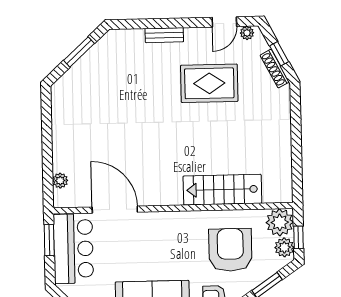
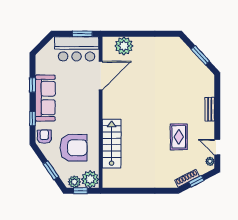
rug: (209, 83) -> (179, 137), width x0.73, depth x0.70
plant: (60, 181) -> (124, 46), width x1.87, depth x1.87

